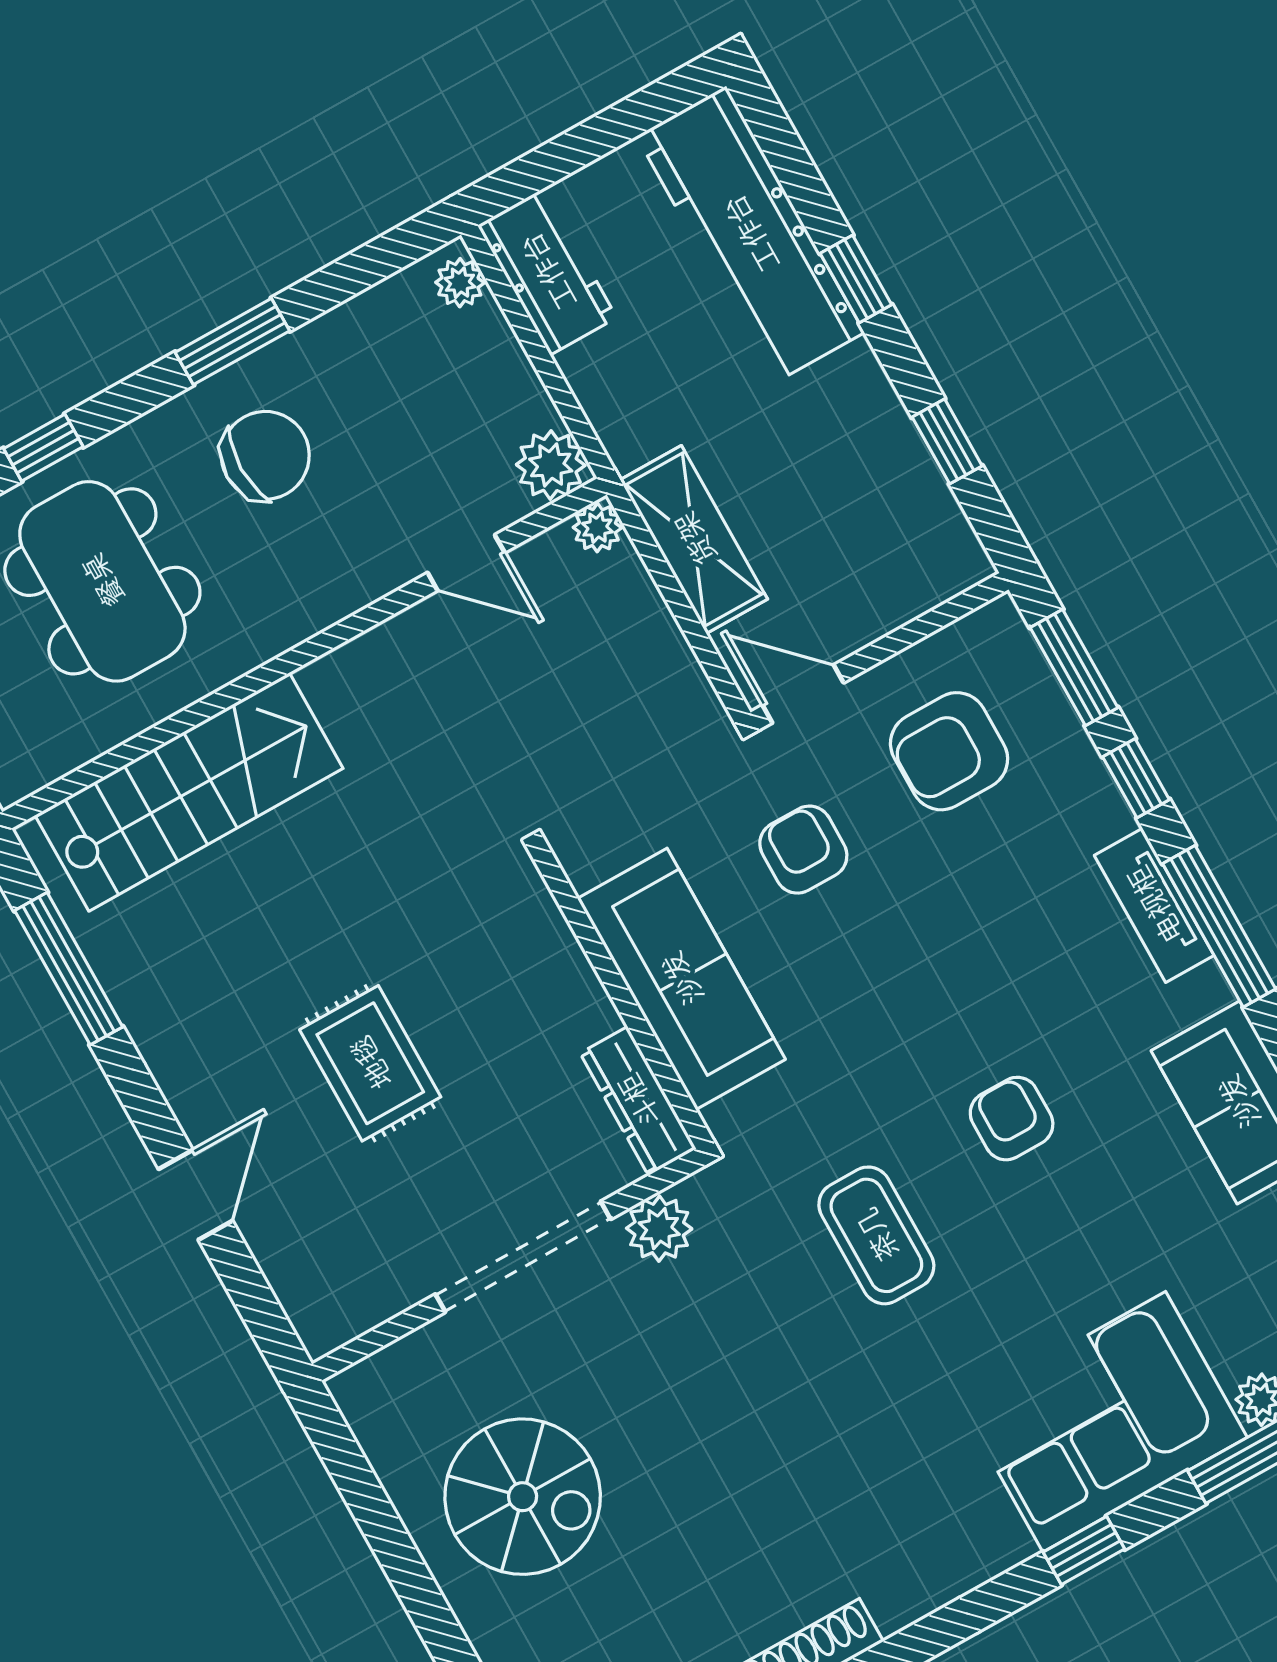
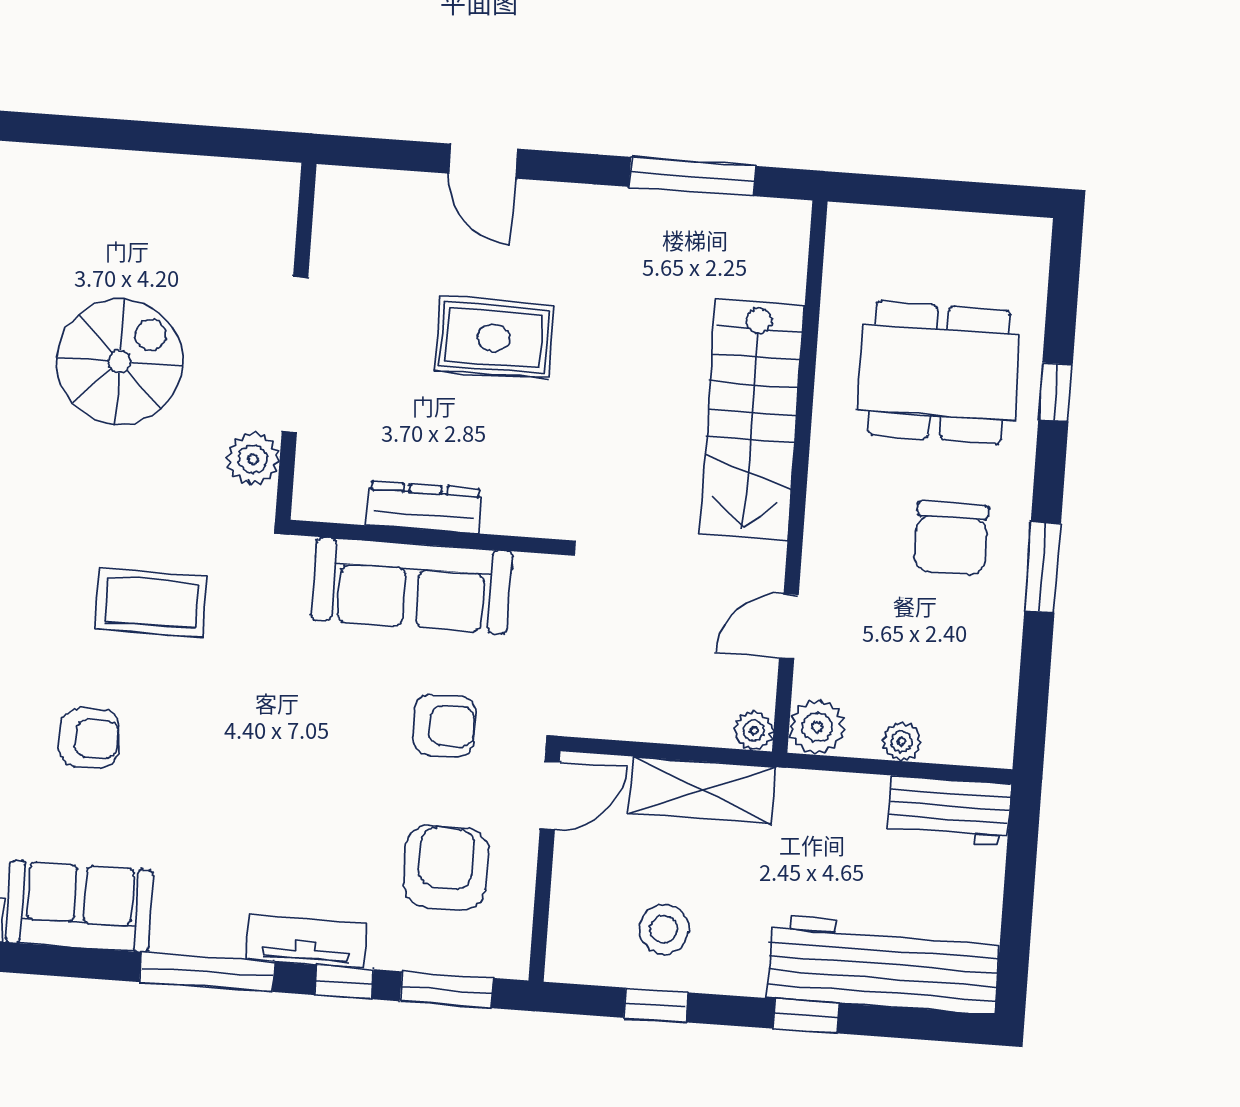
plant: (460, 283) -> (902, 741), moved
stool: (863, 485) -> (664, 929), added
stairs: (189, 792) -> (752, 420), moved
tv unit: (1154, 905) -> (306, 942), moved
dresser: (638, 1101) -> (424, 507), moved
armchair: (1012, 1119) -> (89, 738), moved
spiral stairs: (523, 1497) -> (120, 362), moved, turned 180

